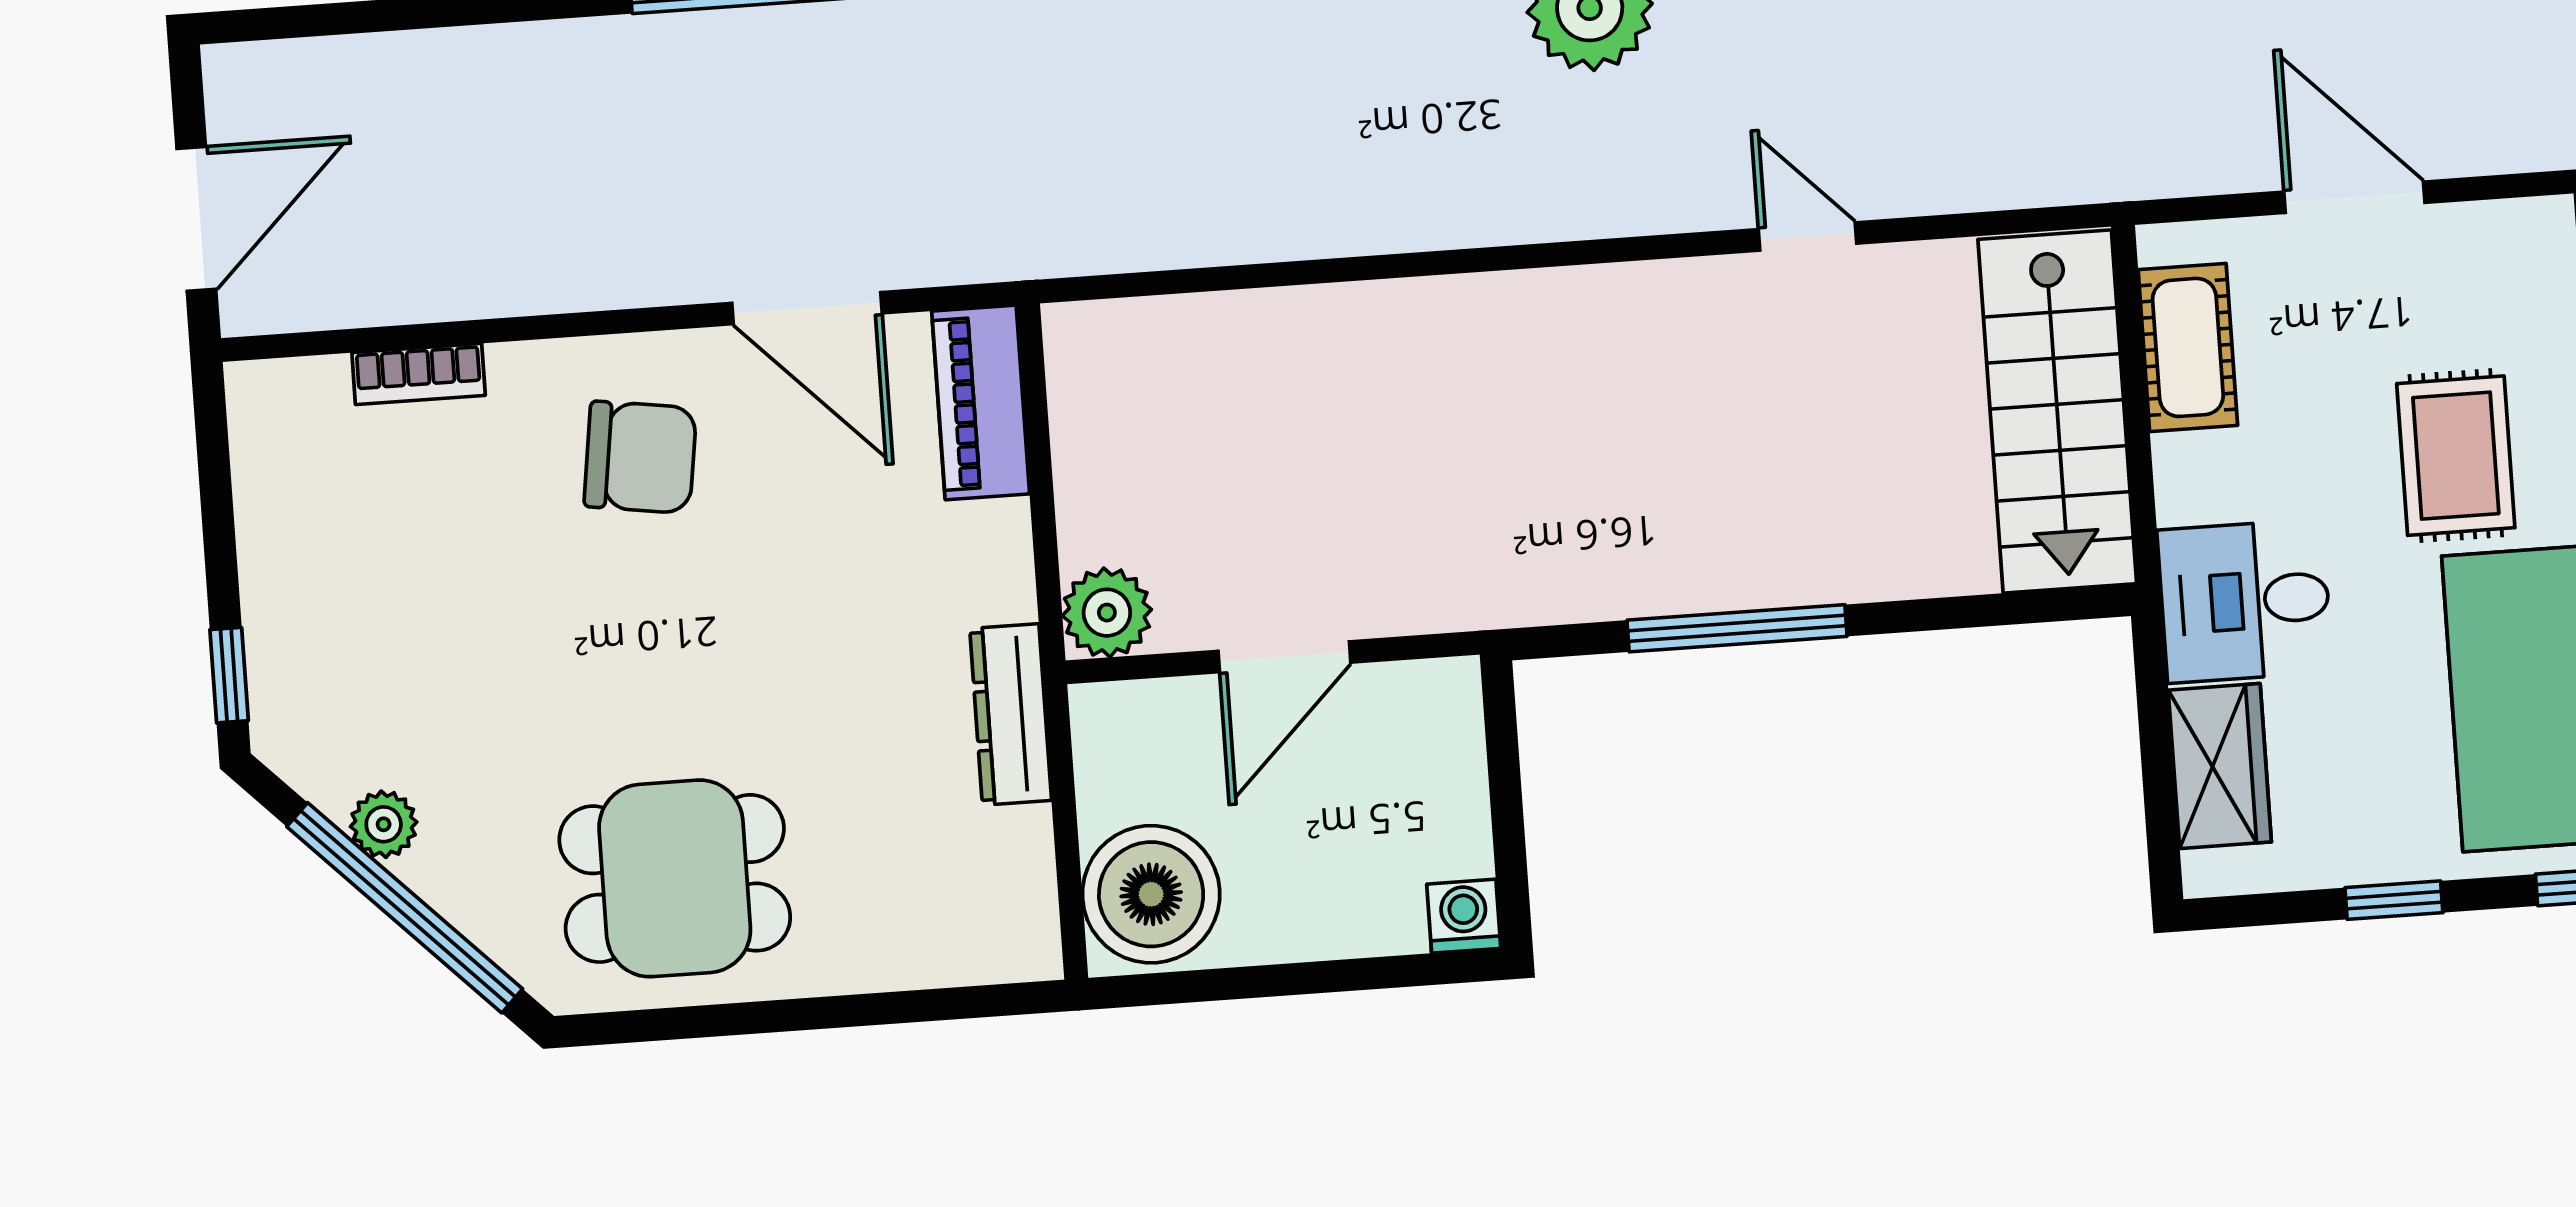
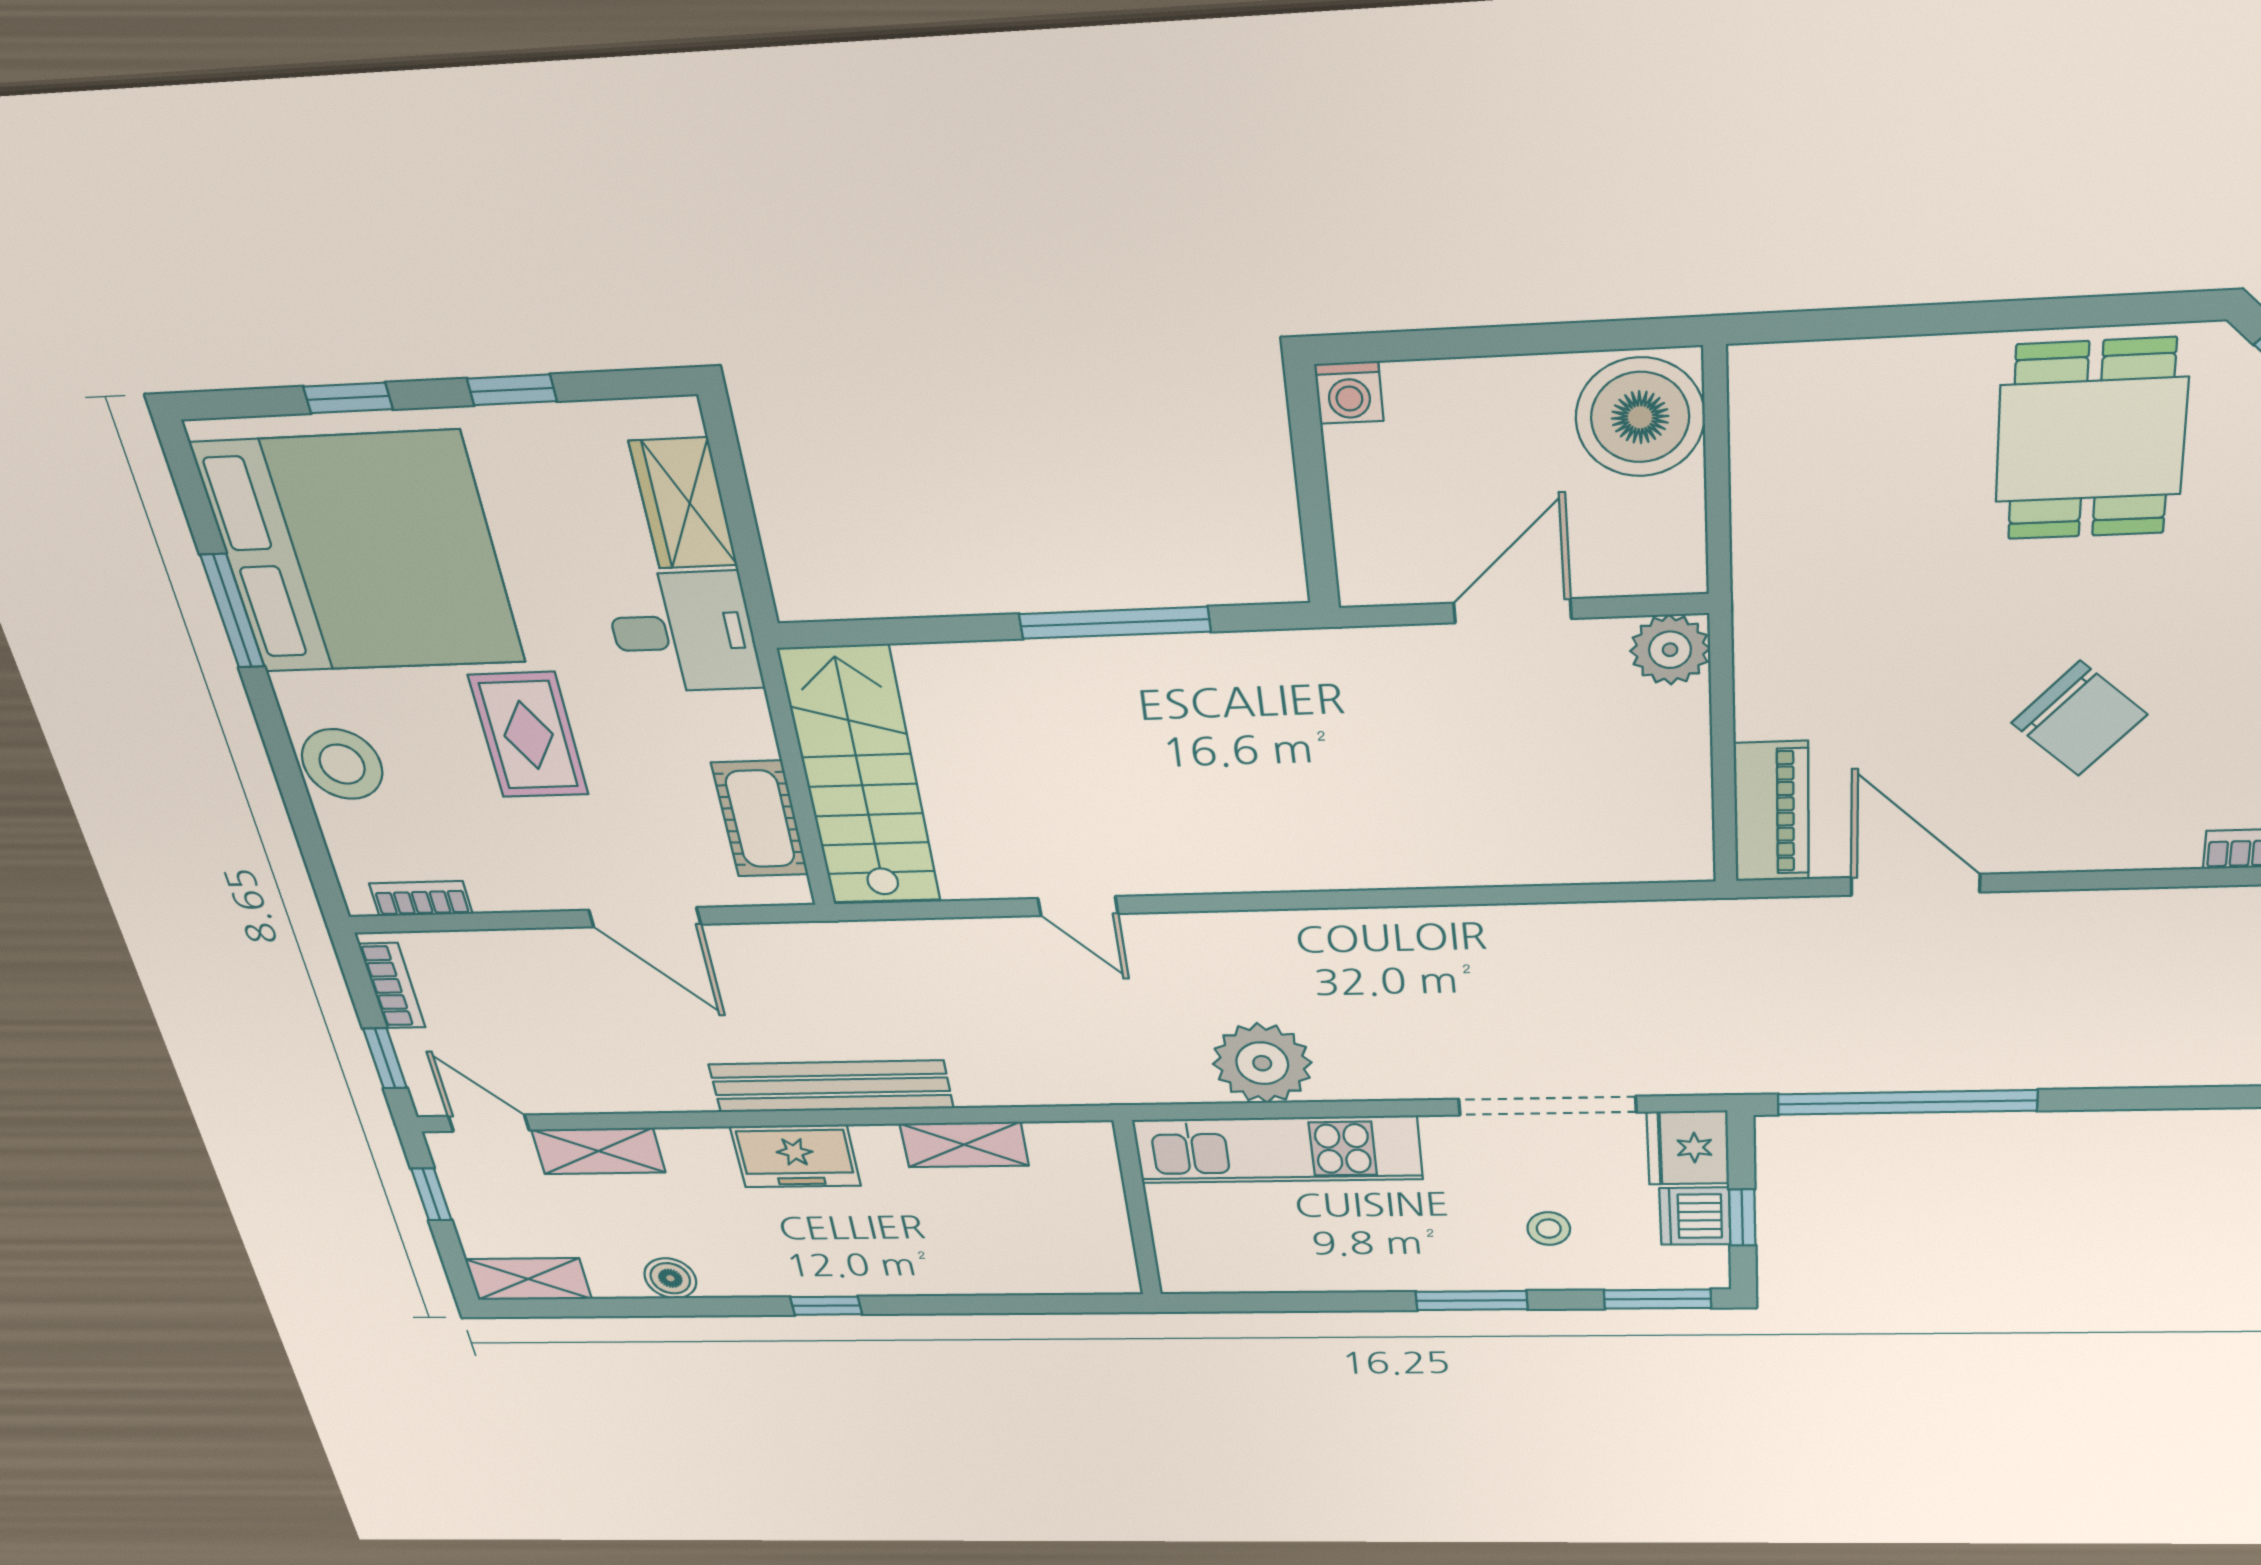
chair: (640, 457) -> (2079, 719), moved, turned -145
dresser: (1011, 714) -> (1762, 571), removed
dining table: (675, 878) -> (2091, 440), turned 90

